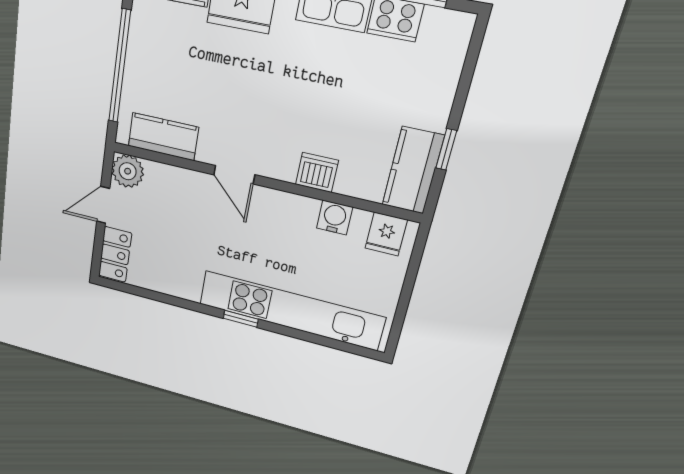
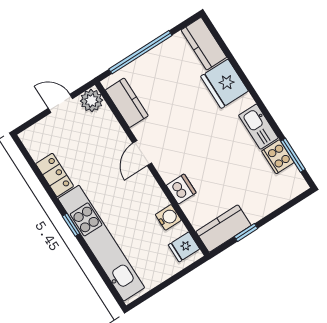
locker: (115, 254) -> (55, 175), moved, turned -90

